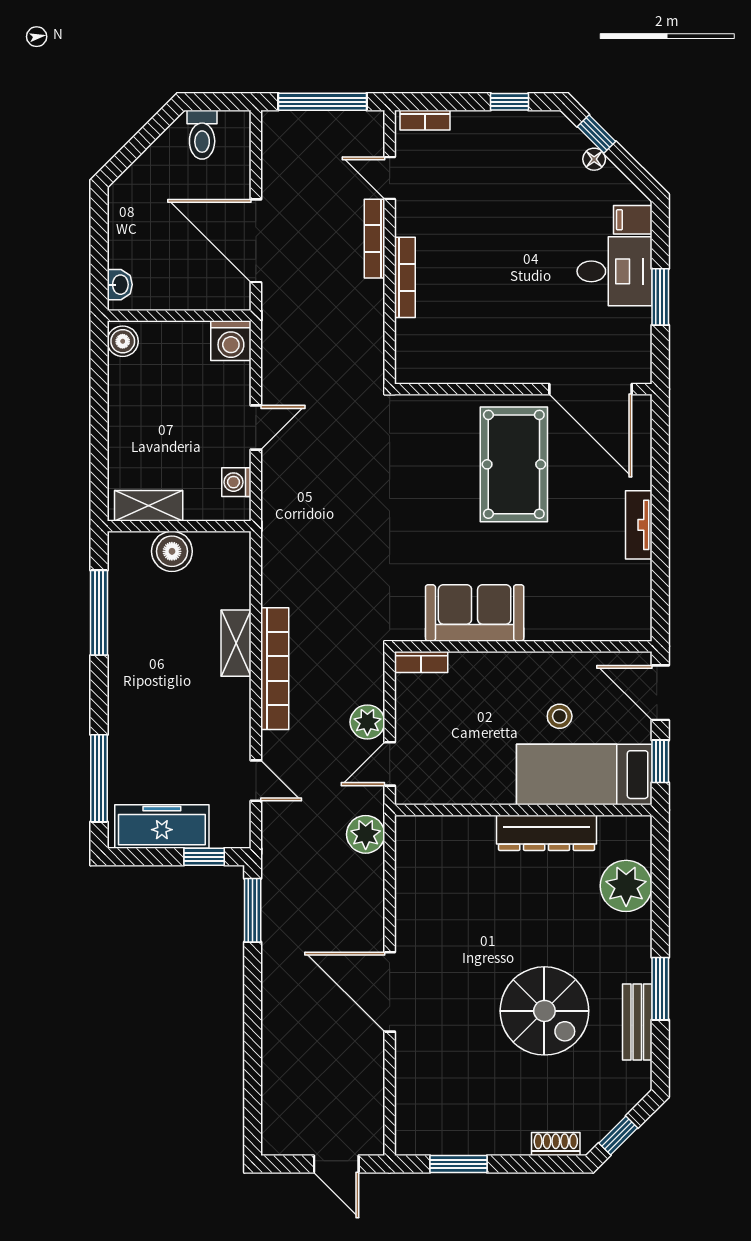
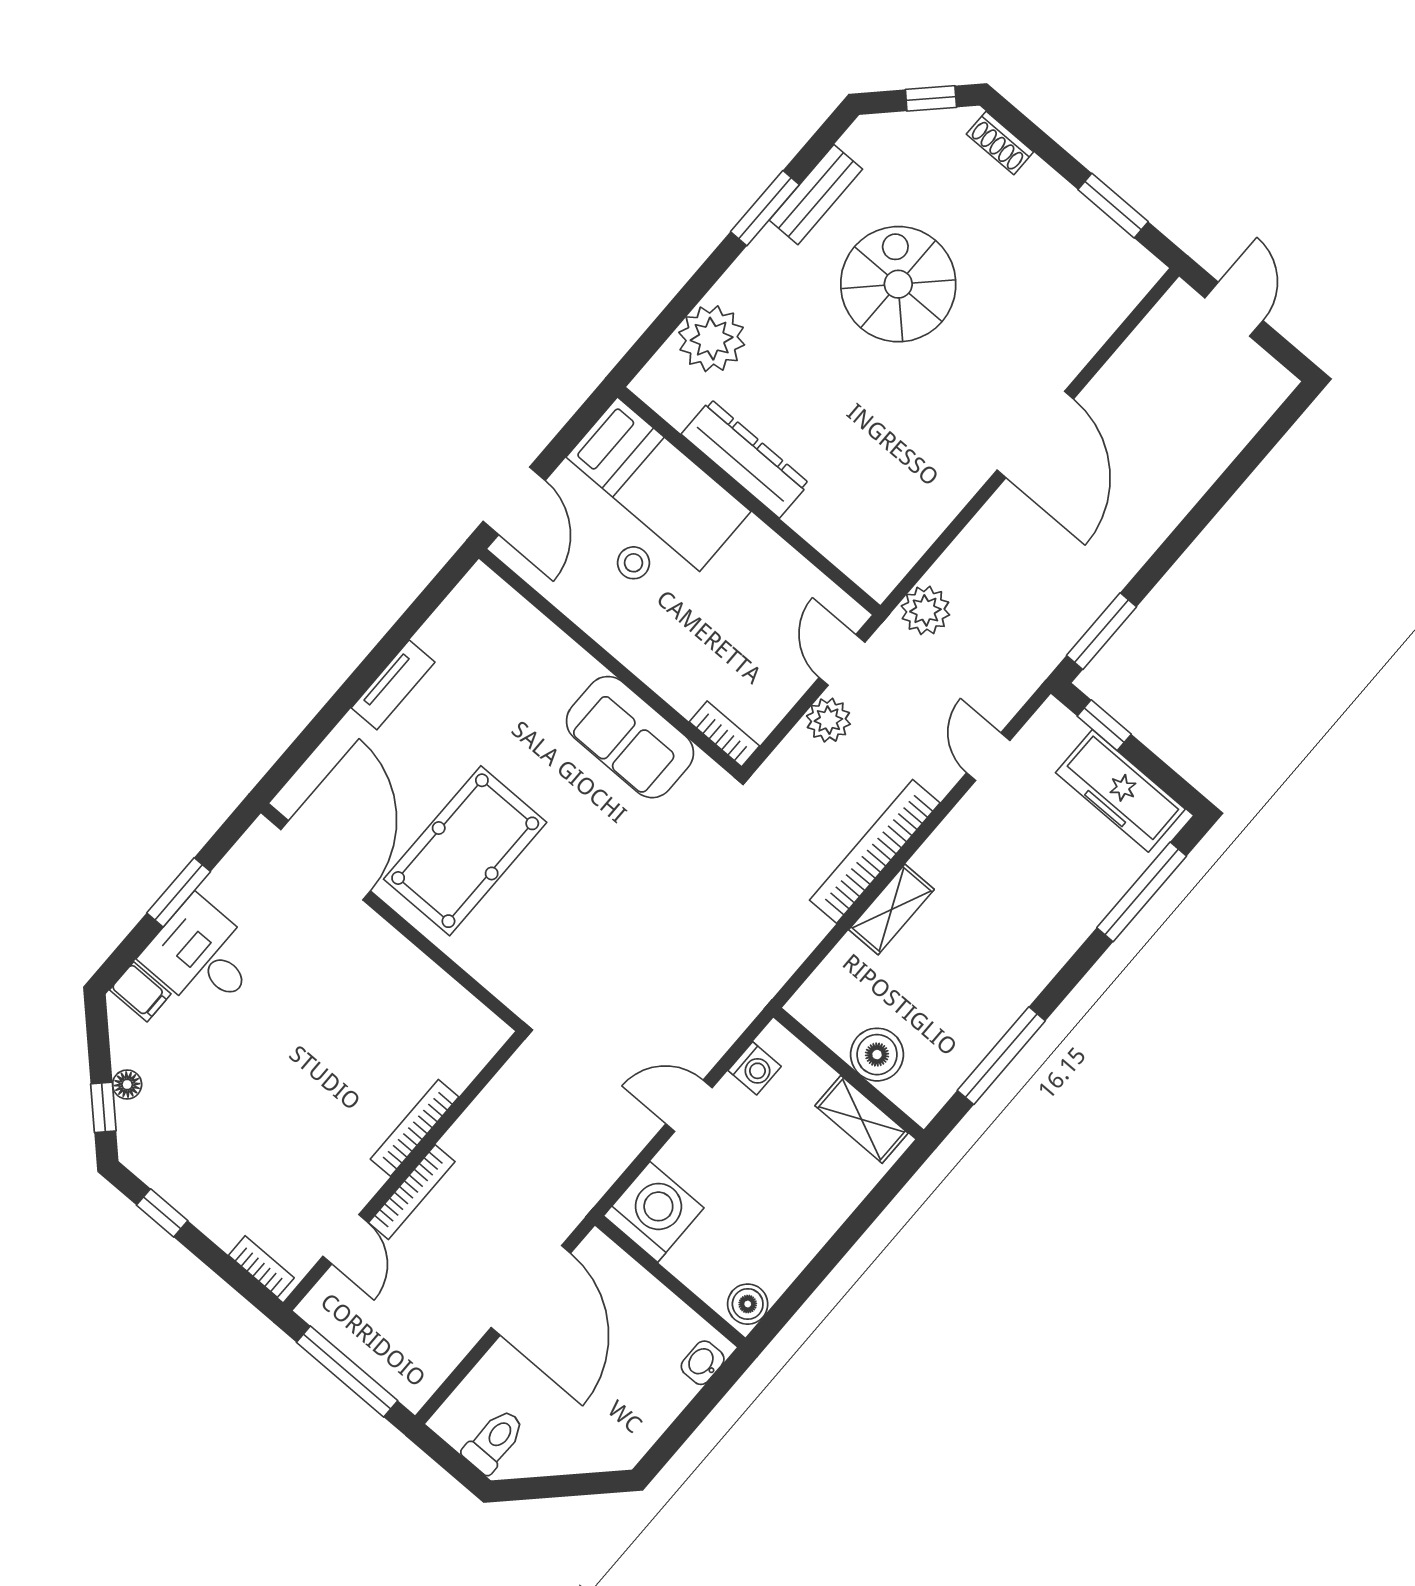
washing machine: (231, 341) -> (654, 1212), width x1.37, depth x1.37
window: (660, 761) -> (572, 433), removed
door: (390, 764) -> (842, 660), swing flipped

